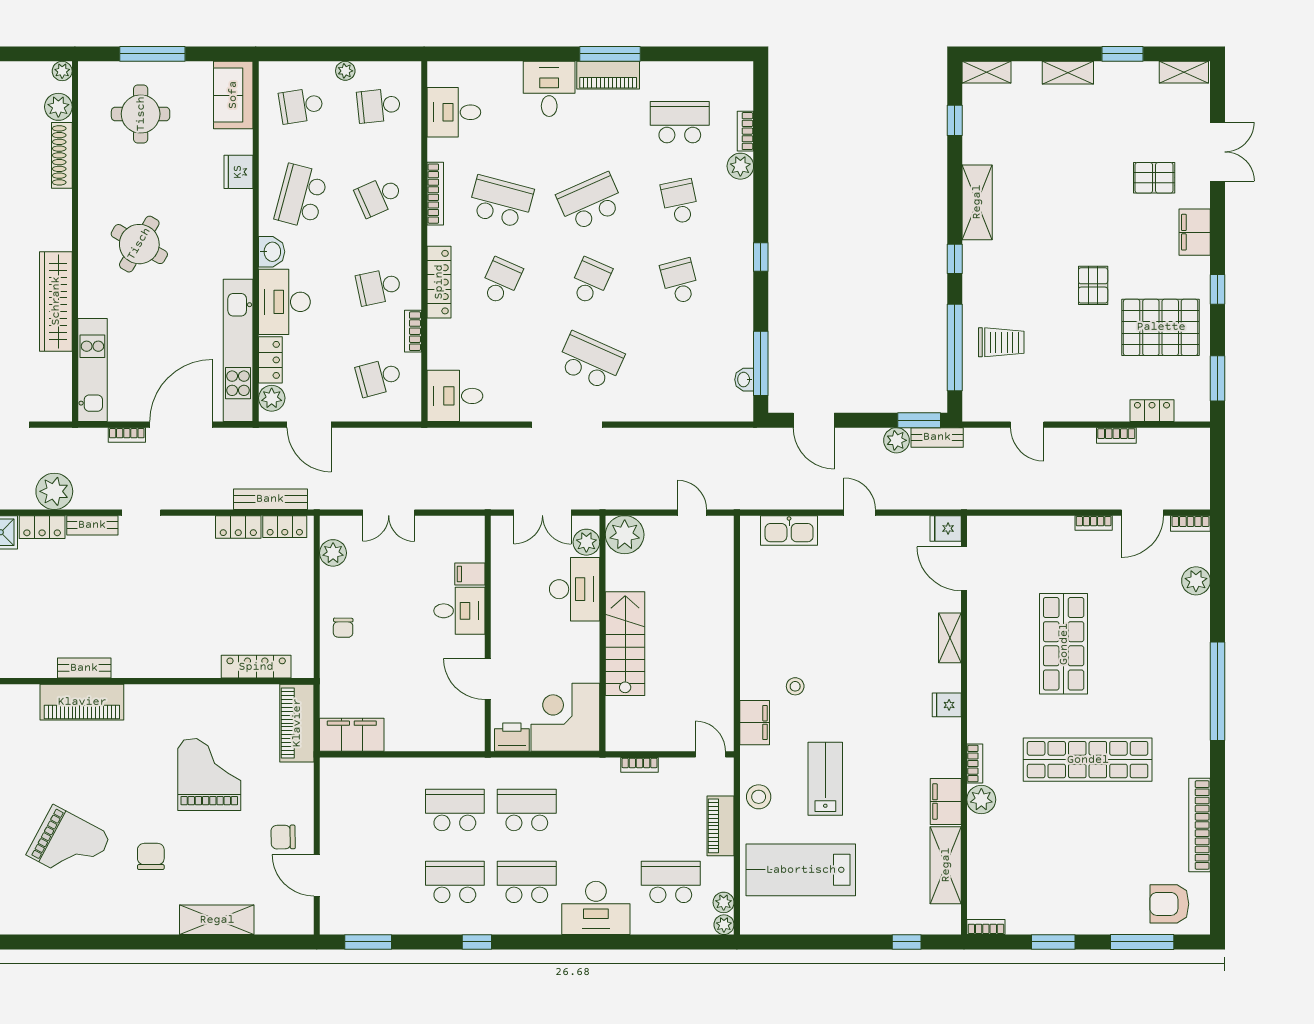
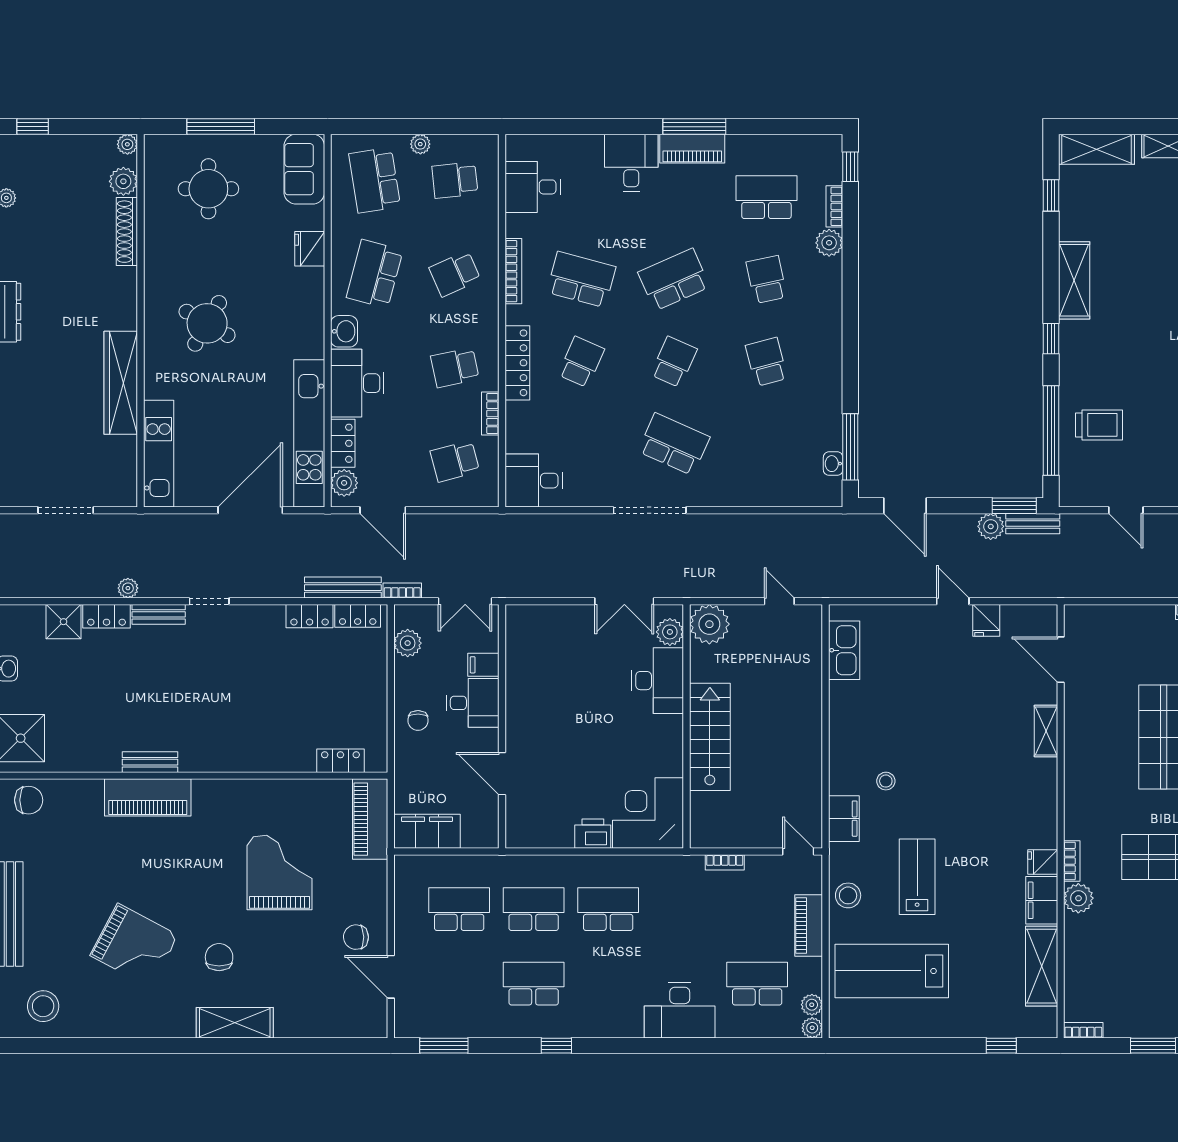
shelving: (986, 72) -> (1096, 149), width x1.50, depth x1.33
school desk: (301, 106) -> (375, 180), width x1.85
window: (761, 257) -> (850, 167), moved
bookcase: (127, 435) -> (402, 591), moved, turned 180
plant: (54, 491) -> (128, 588), width x0.53, depth x0.53
fridge: (946, 528) -> (986, 620), moved, turned -90
kitchen sink: (789, 530) -> (844, 650), moved, turned -90
filing cabinet: (470, 574) -> (483, 665), moved
desk: (459, 611) -> (473, 703), moved
wall: (488, 633) -> (502, 726), moved
locker: (256, 667) -> (340, 761), width x0.66
door: (488, 679) -> (502, 774), moved
fridge: (947, 705) -> (1043, 862), moved
school desk: (527, 882) -> (459, 909), moved
shelving: (217, 920) -> (235, 1023), moved

